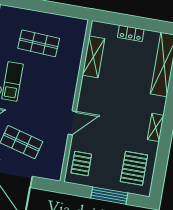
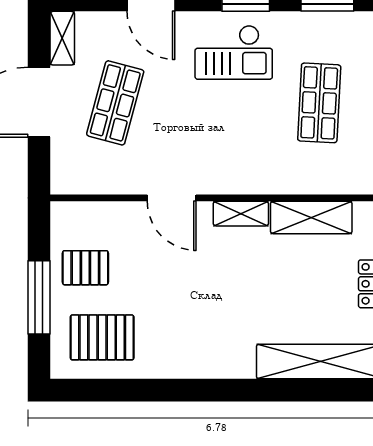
shelving: (156, 127) -> (241, 214), moved
pallet: (81, 164) -> (85, 268), moved

